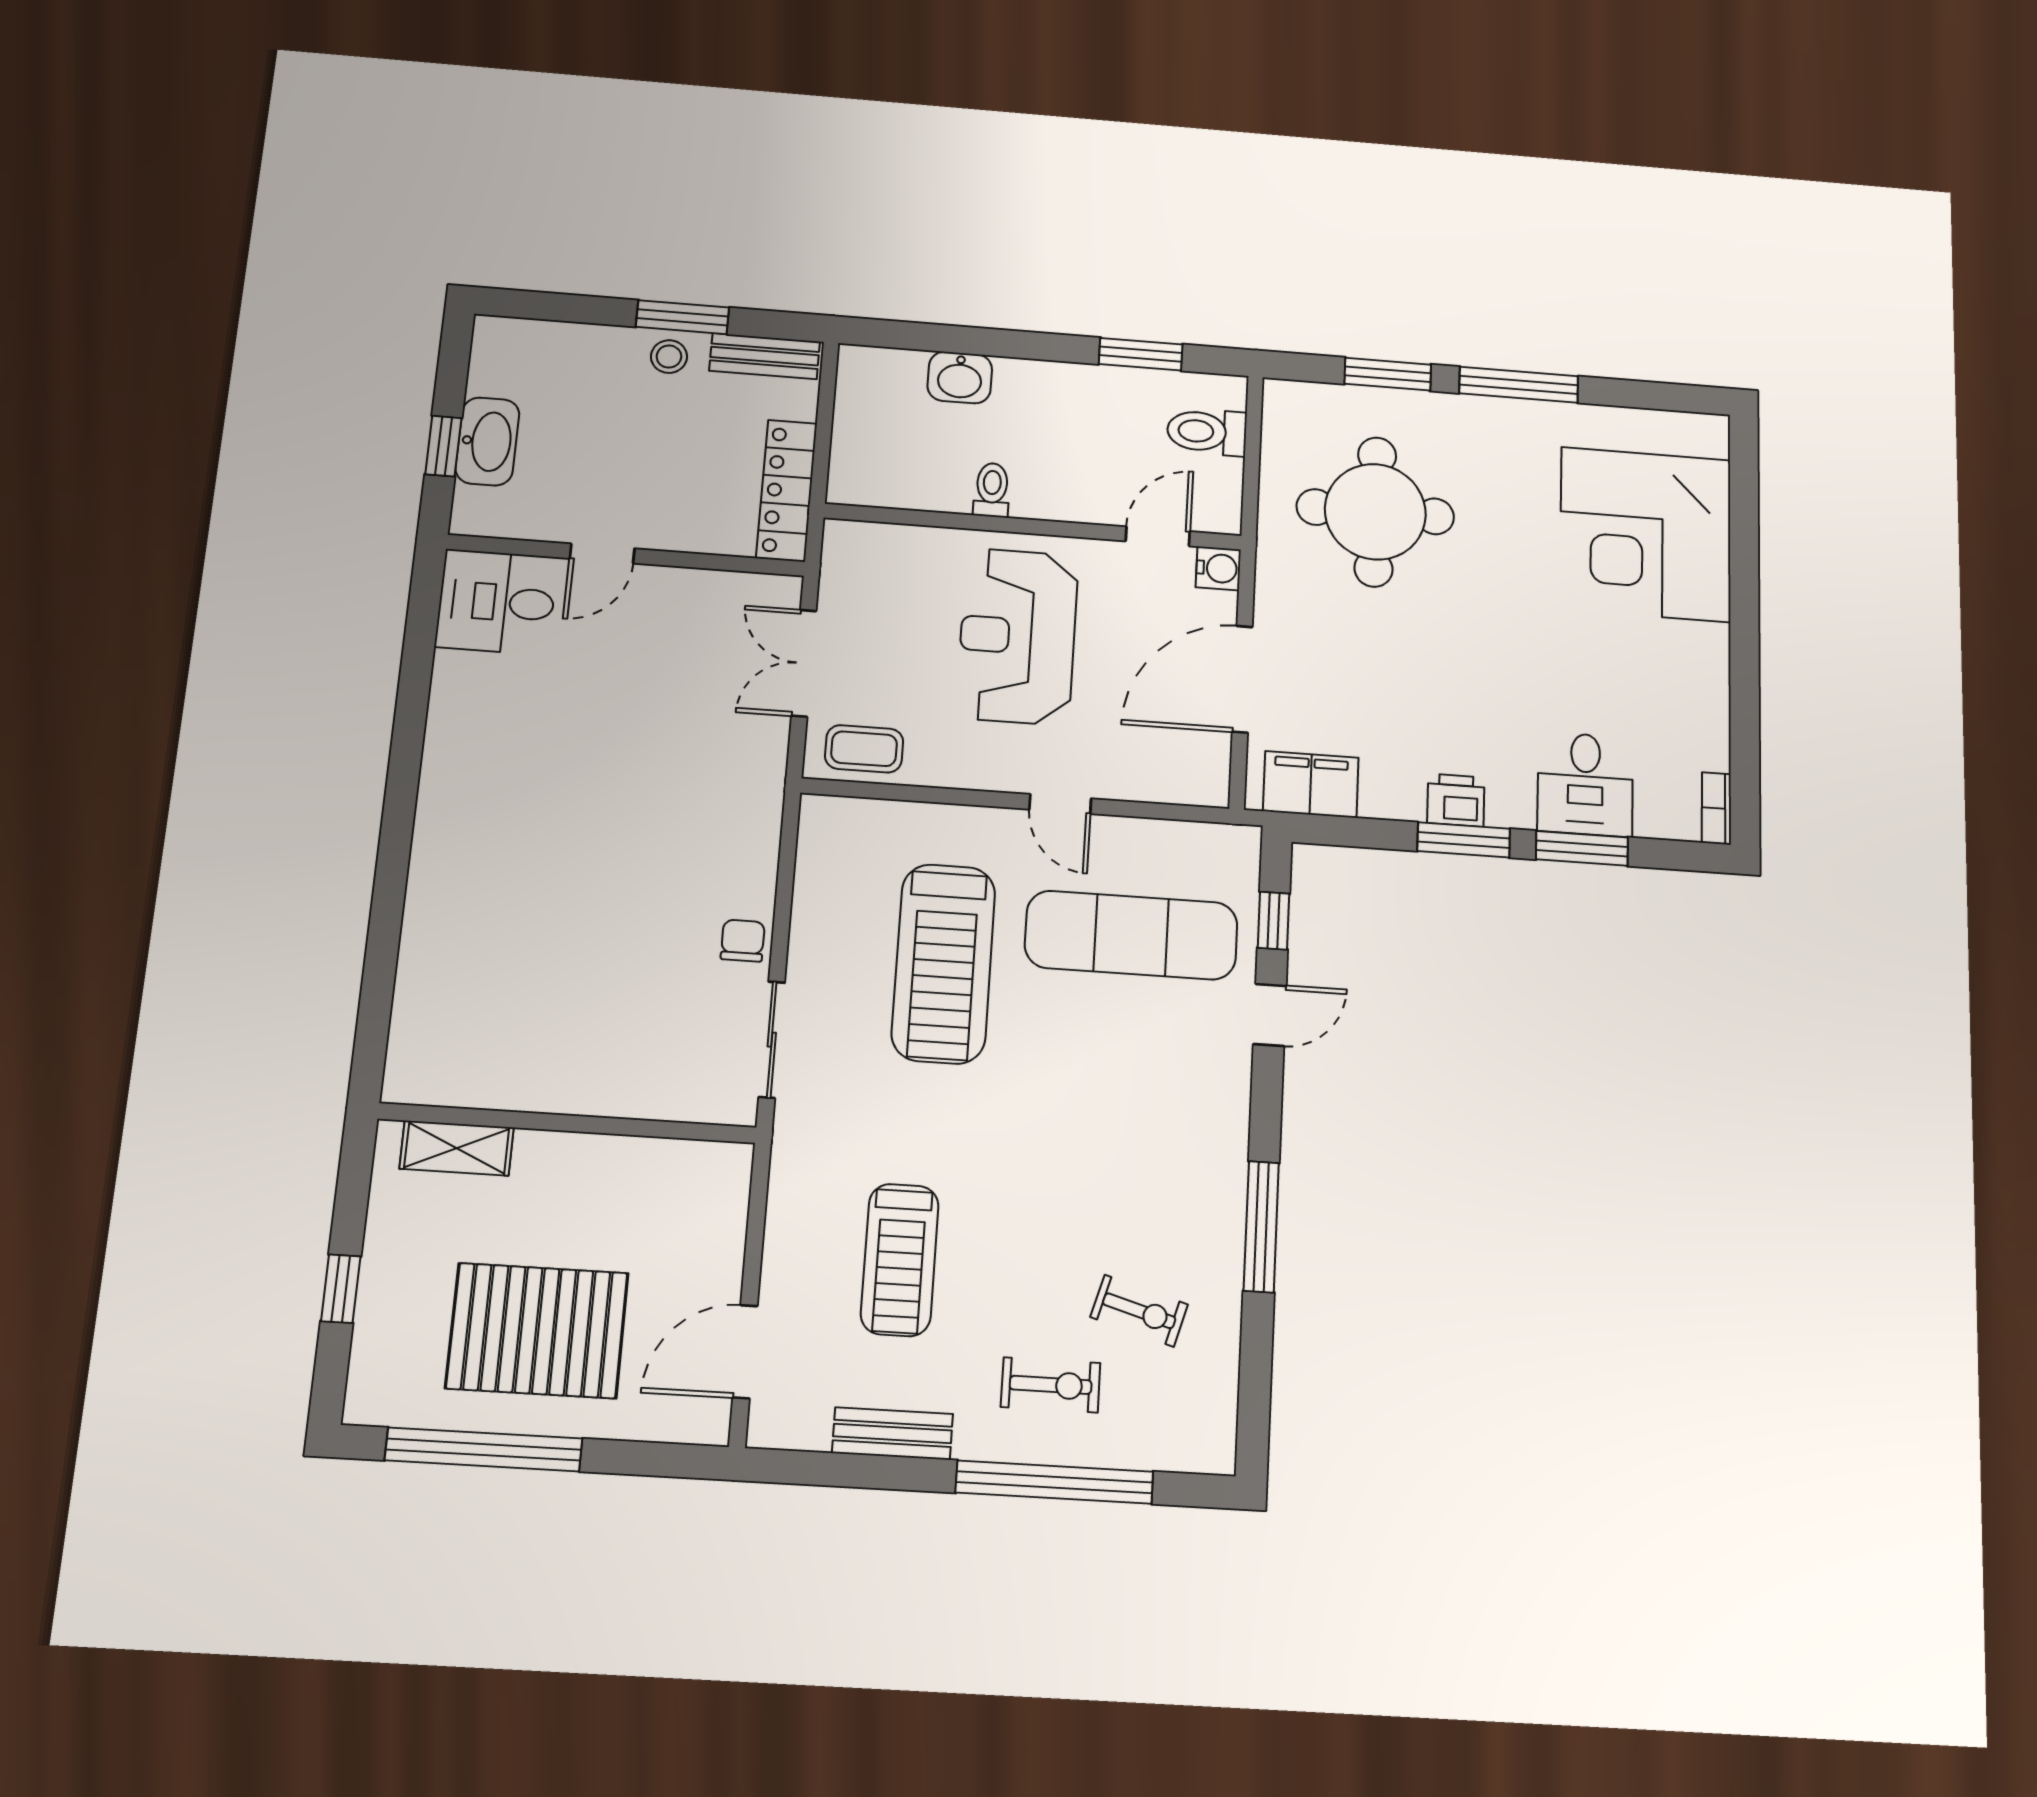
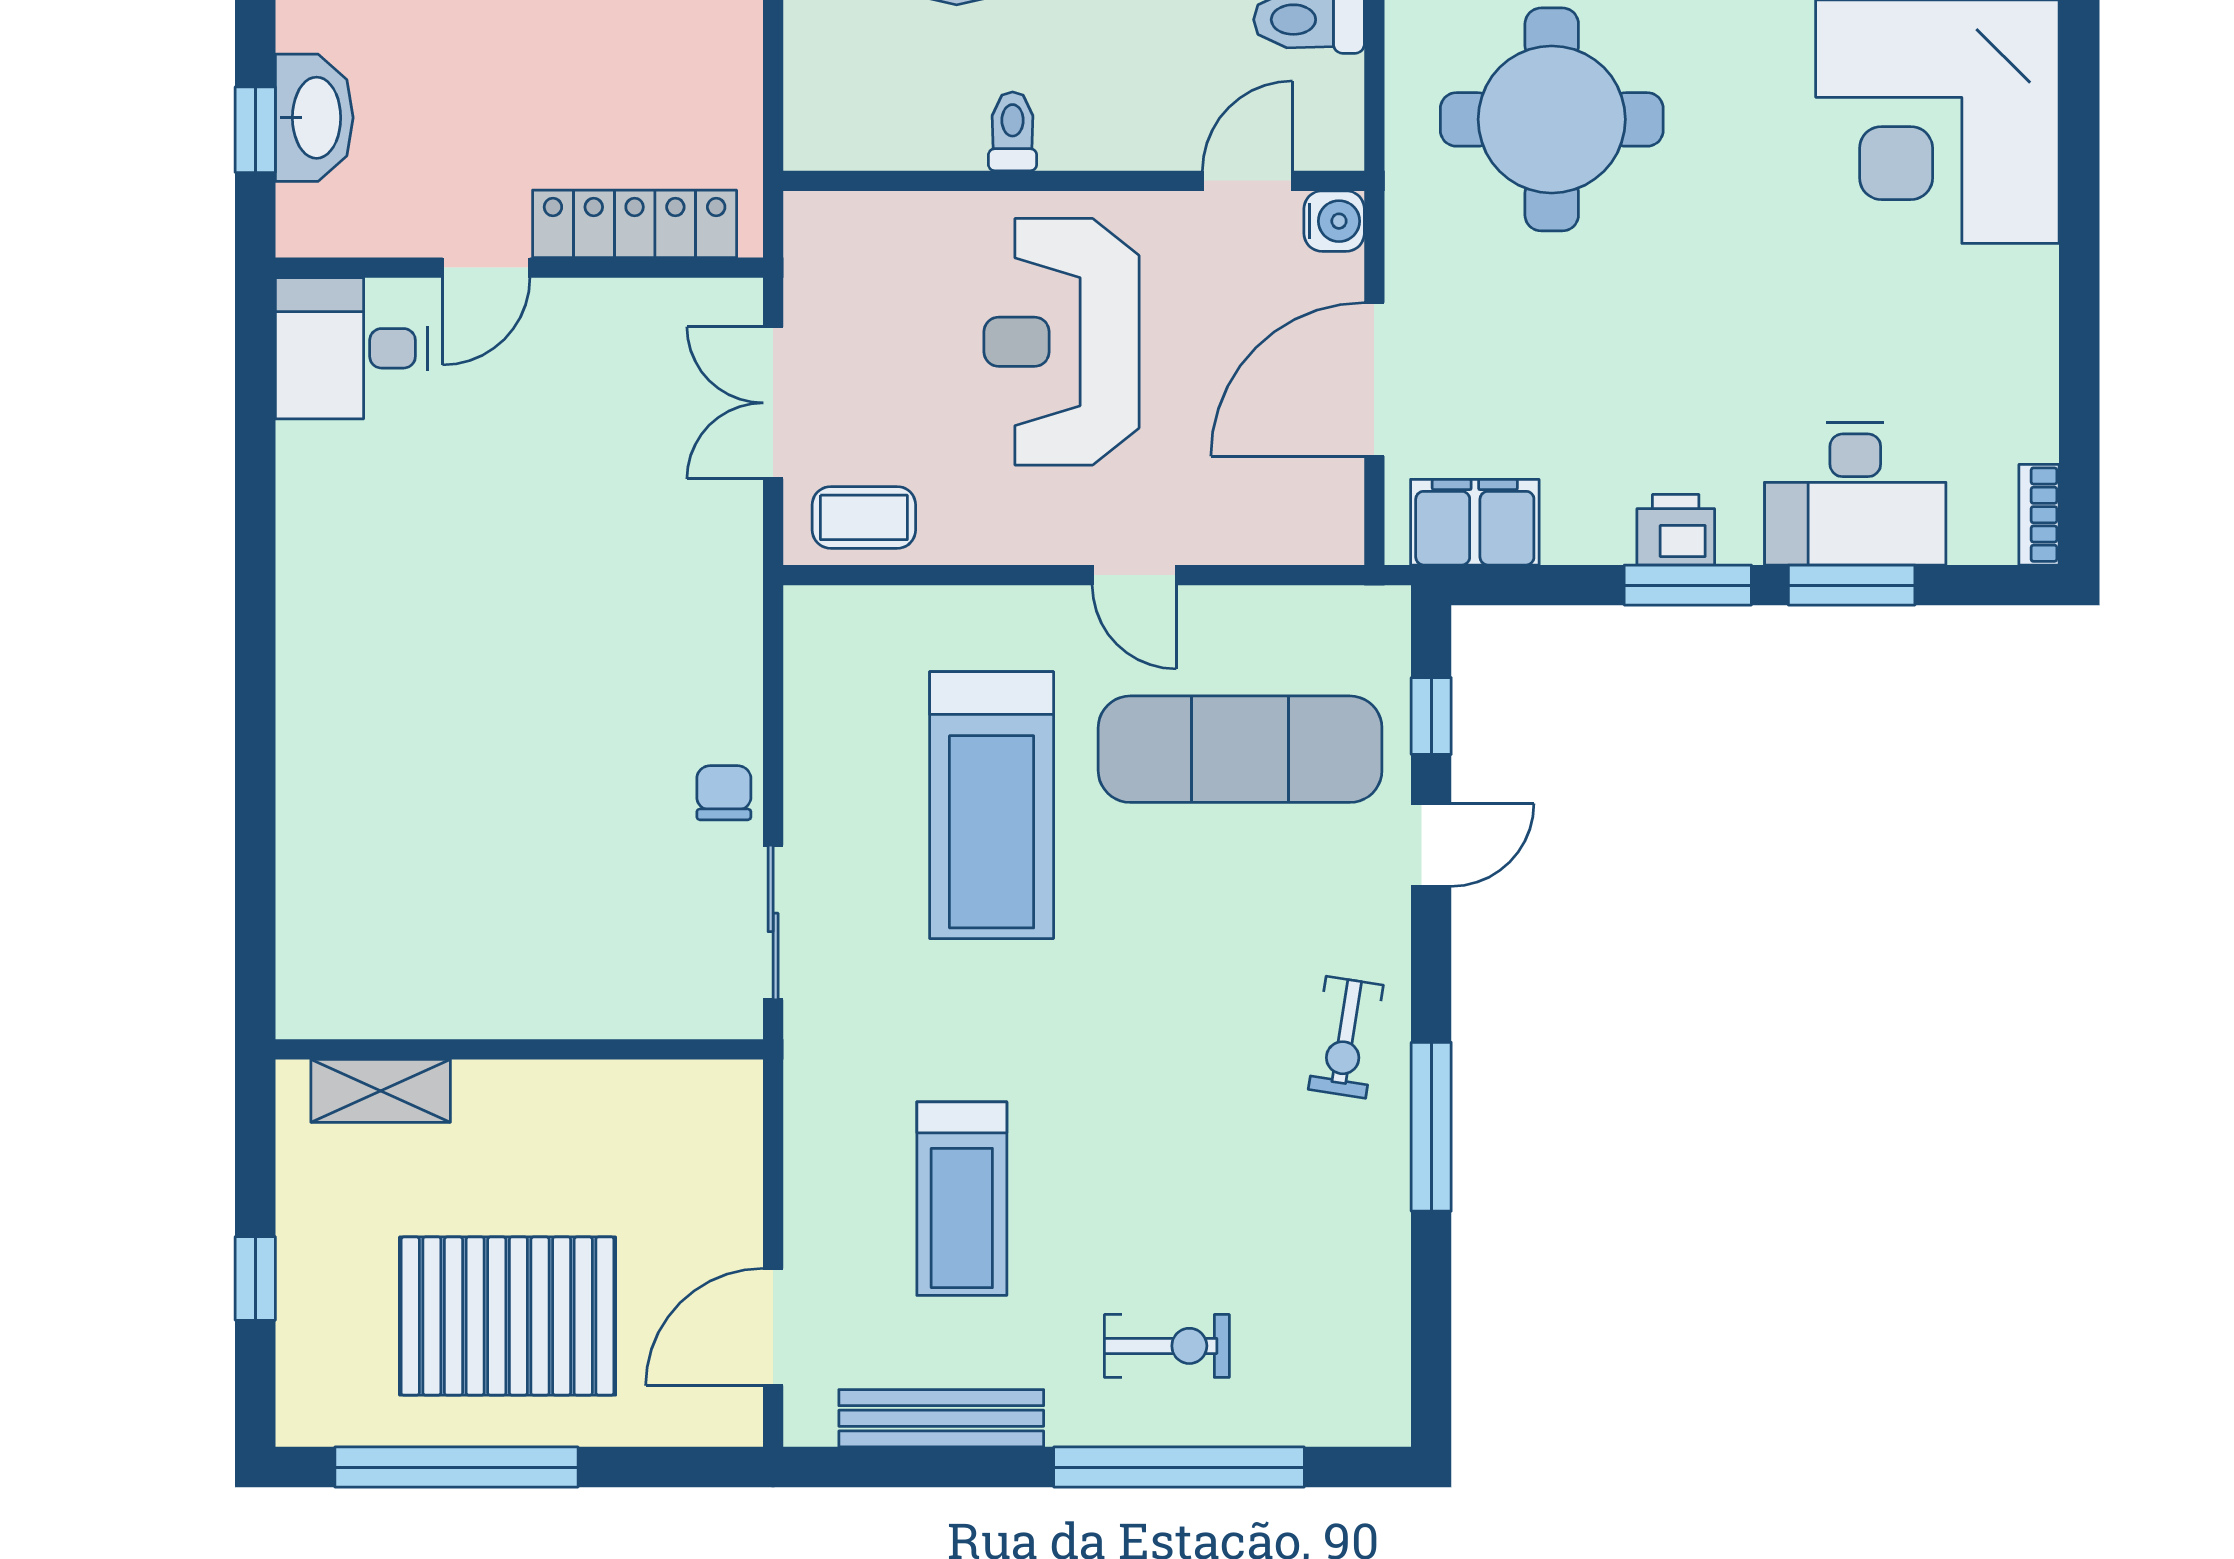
locker: (787, 490) -> (635, 224), moved, turned 90
desk: (1585, 784) -> (1855, 494), width x1.37
exercise bike: (1139, 1311) -> (1346, 1037), moved, turned 83
bench: (892, 1433) -> (941, 1418), width x1.36

